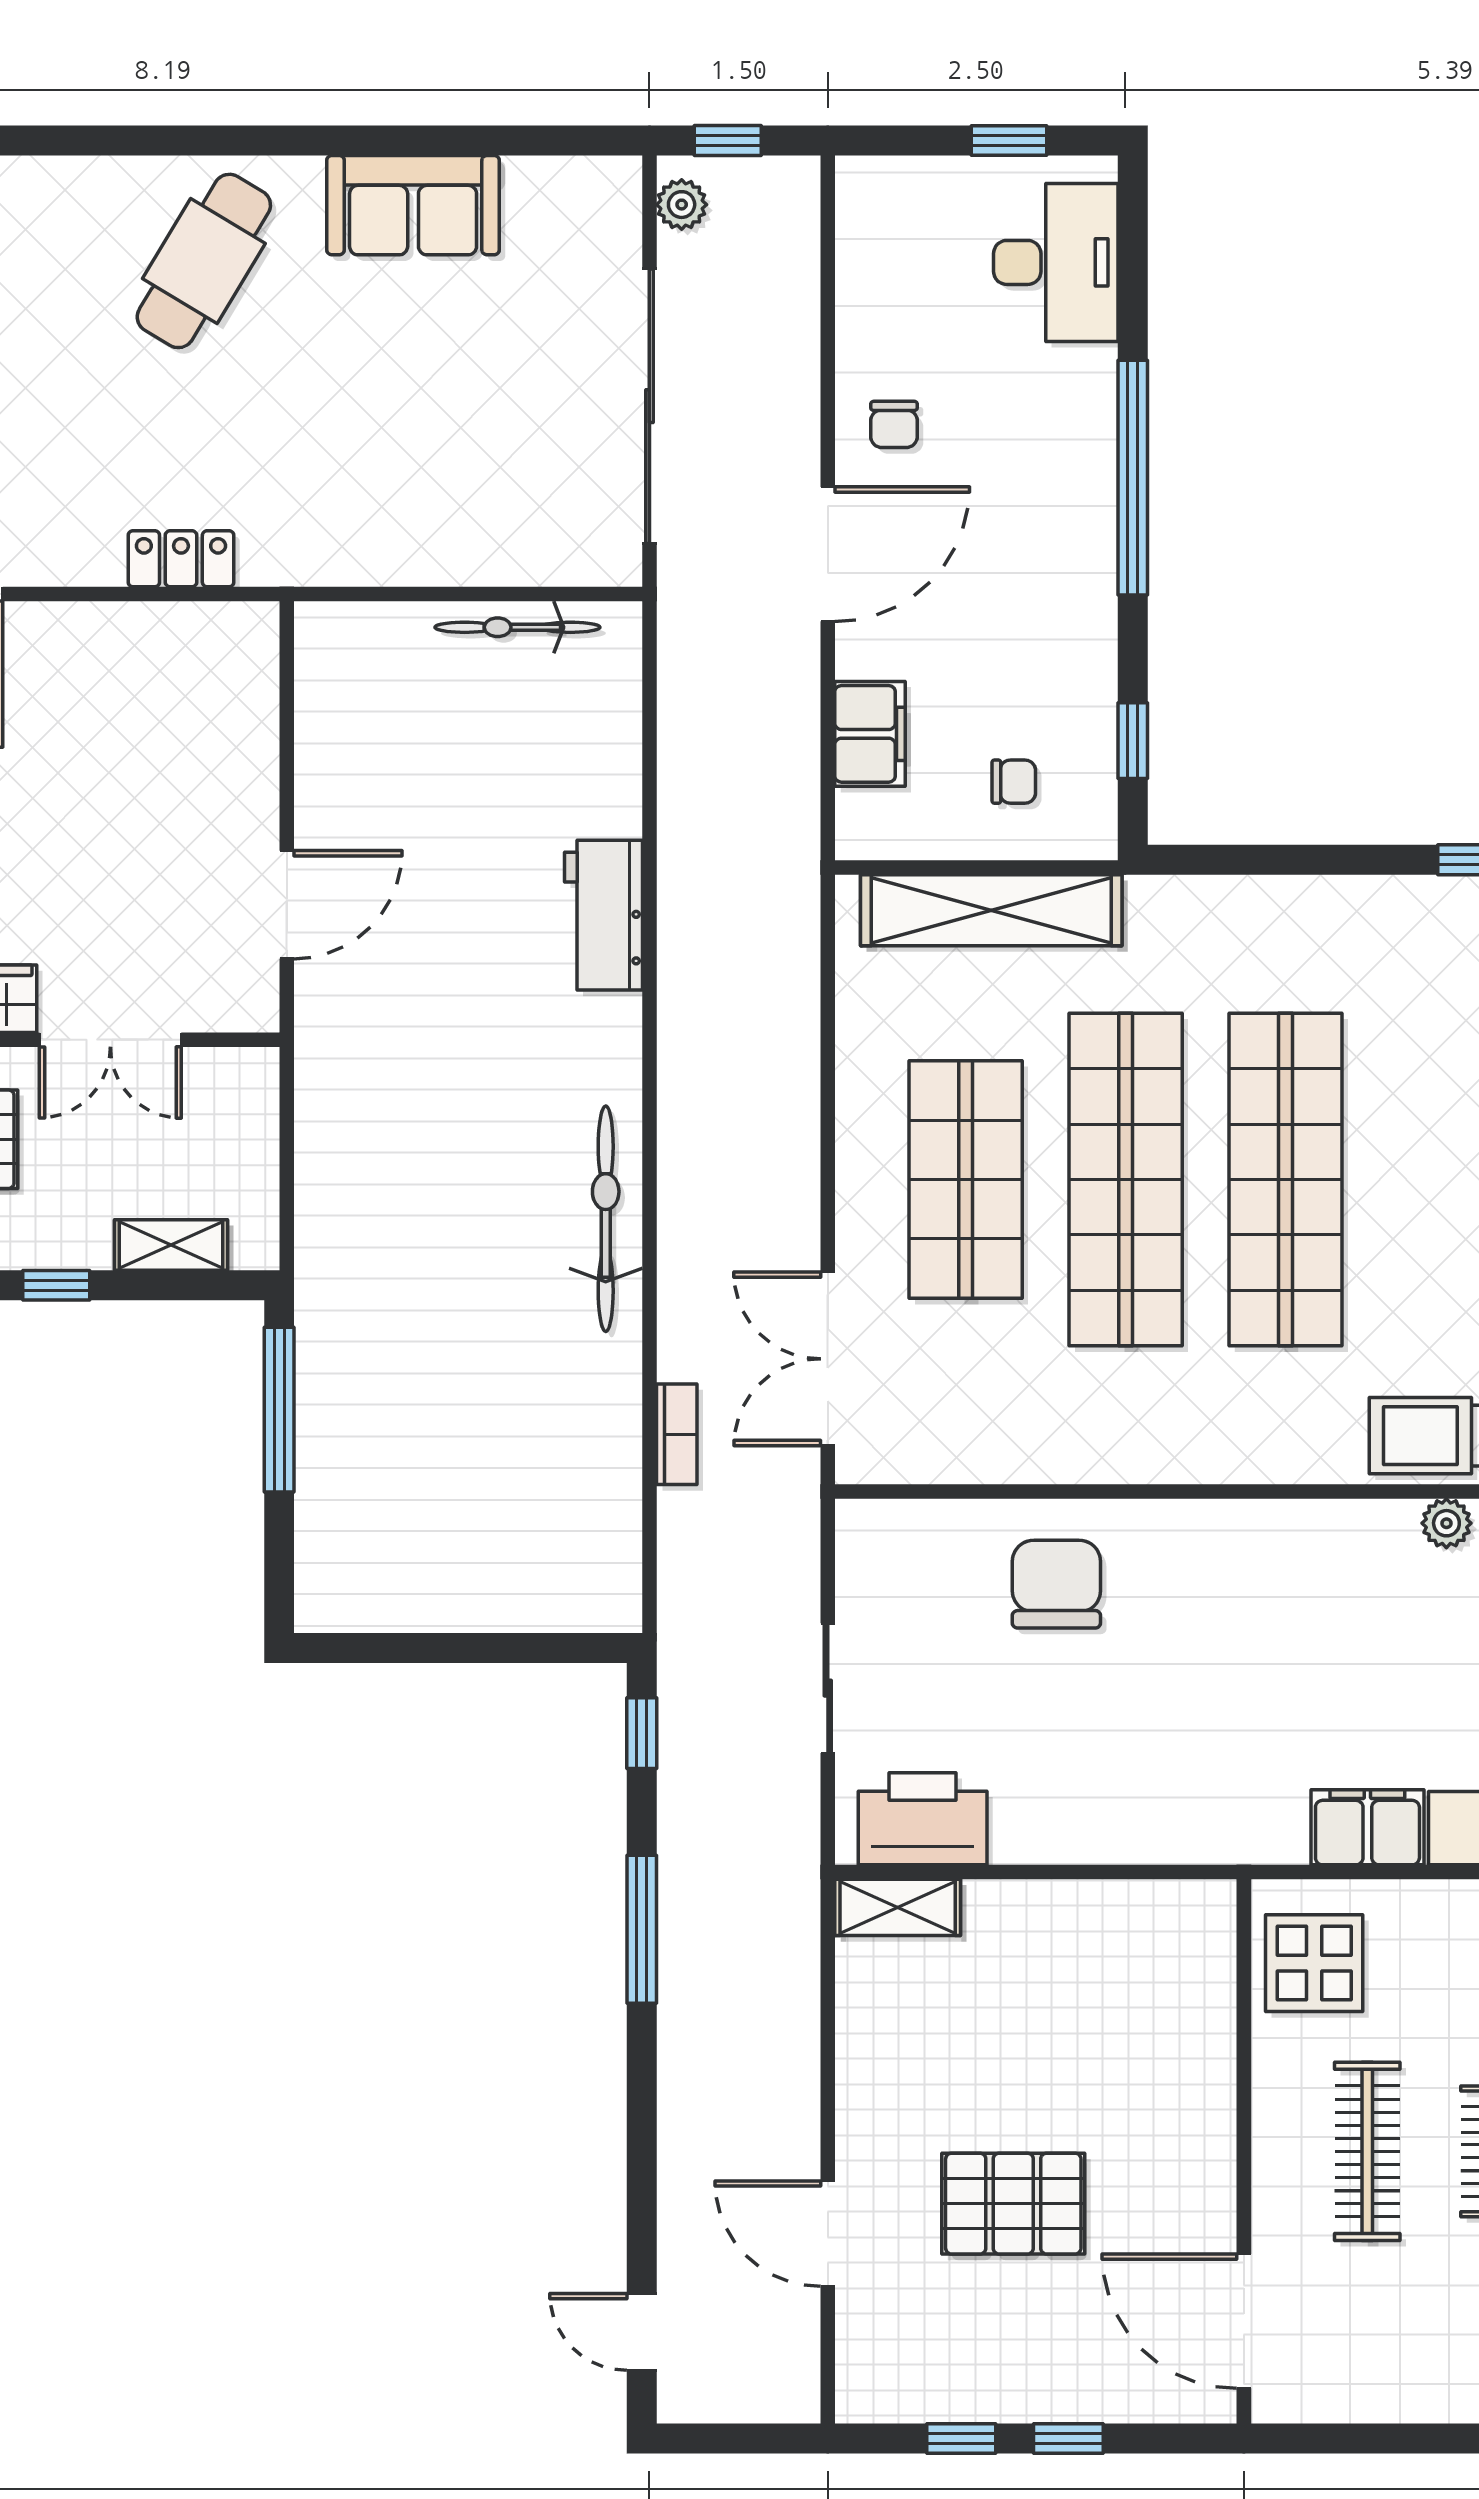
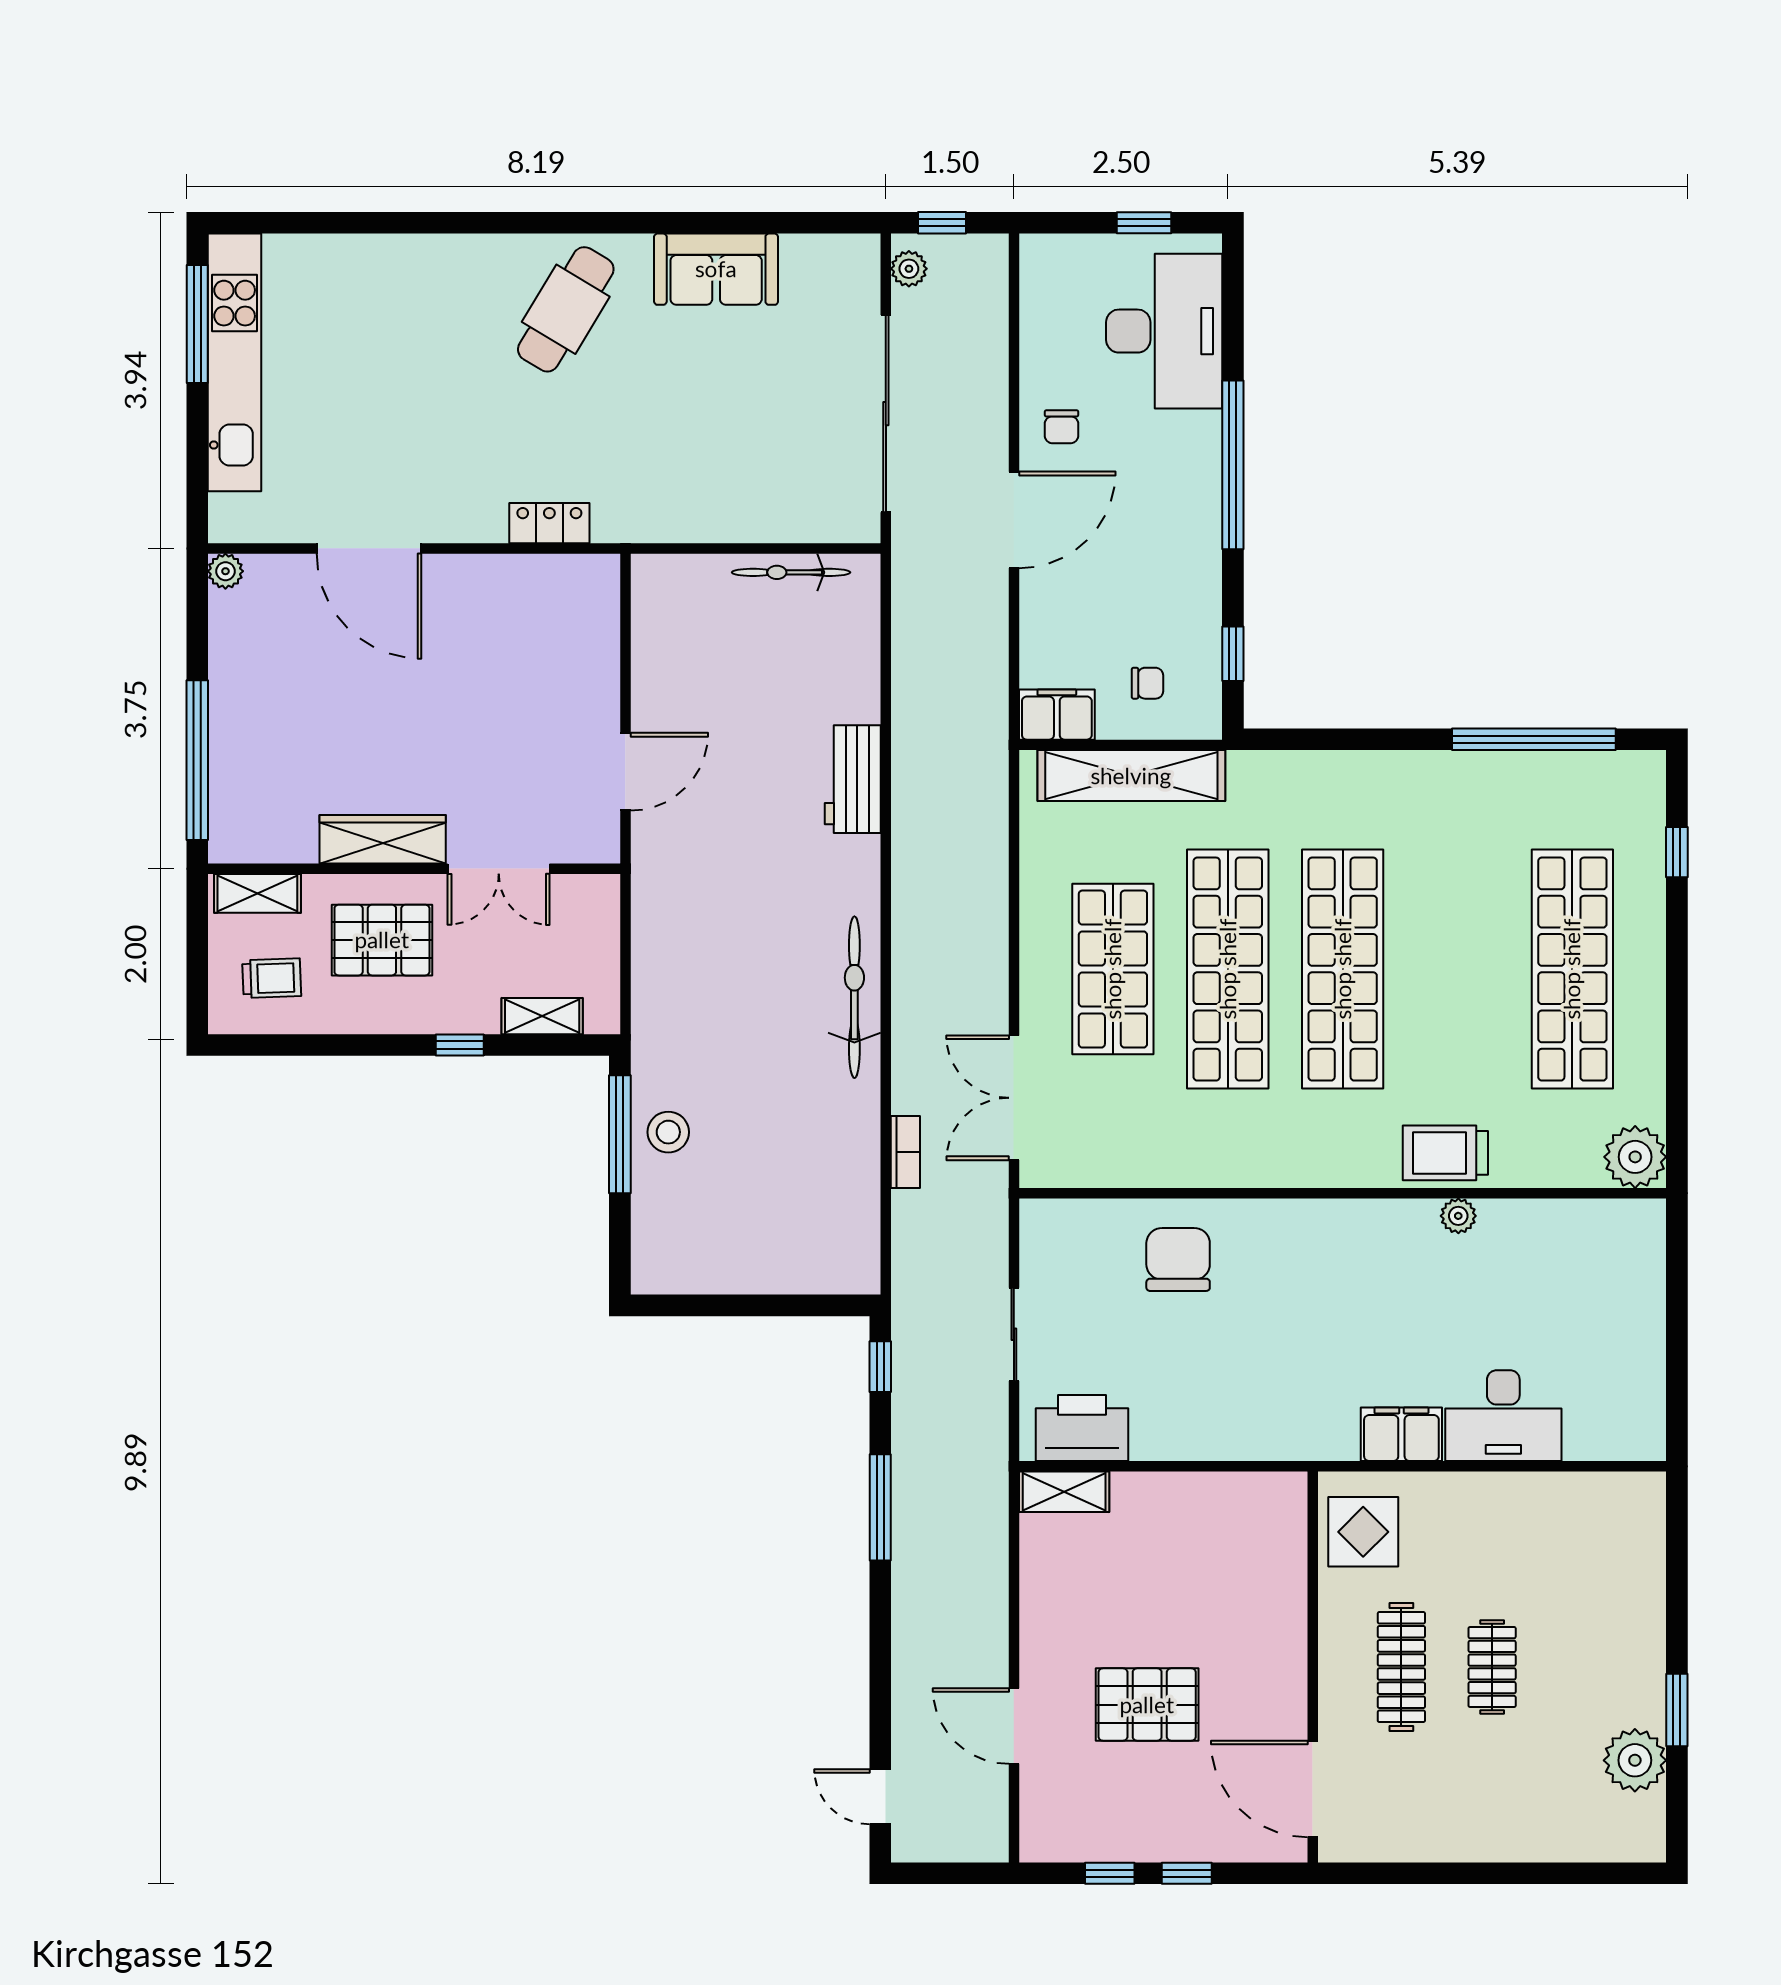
desk: (1056, 262) -> (1164, 331), width x1.36, depth x1.30
filing cabinet: (870, 734) -> (1057, 715), moved, turned -90
stool: (347, 1407) -> (668, 1132), added

